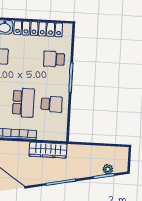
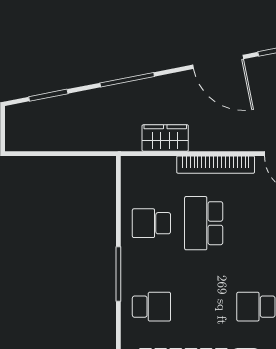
wardrobe: (48, 150) -> (165, 138), width x0.67
plant: (108, 169) -> (41, 108), removed

